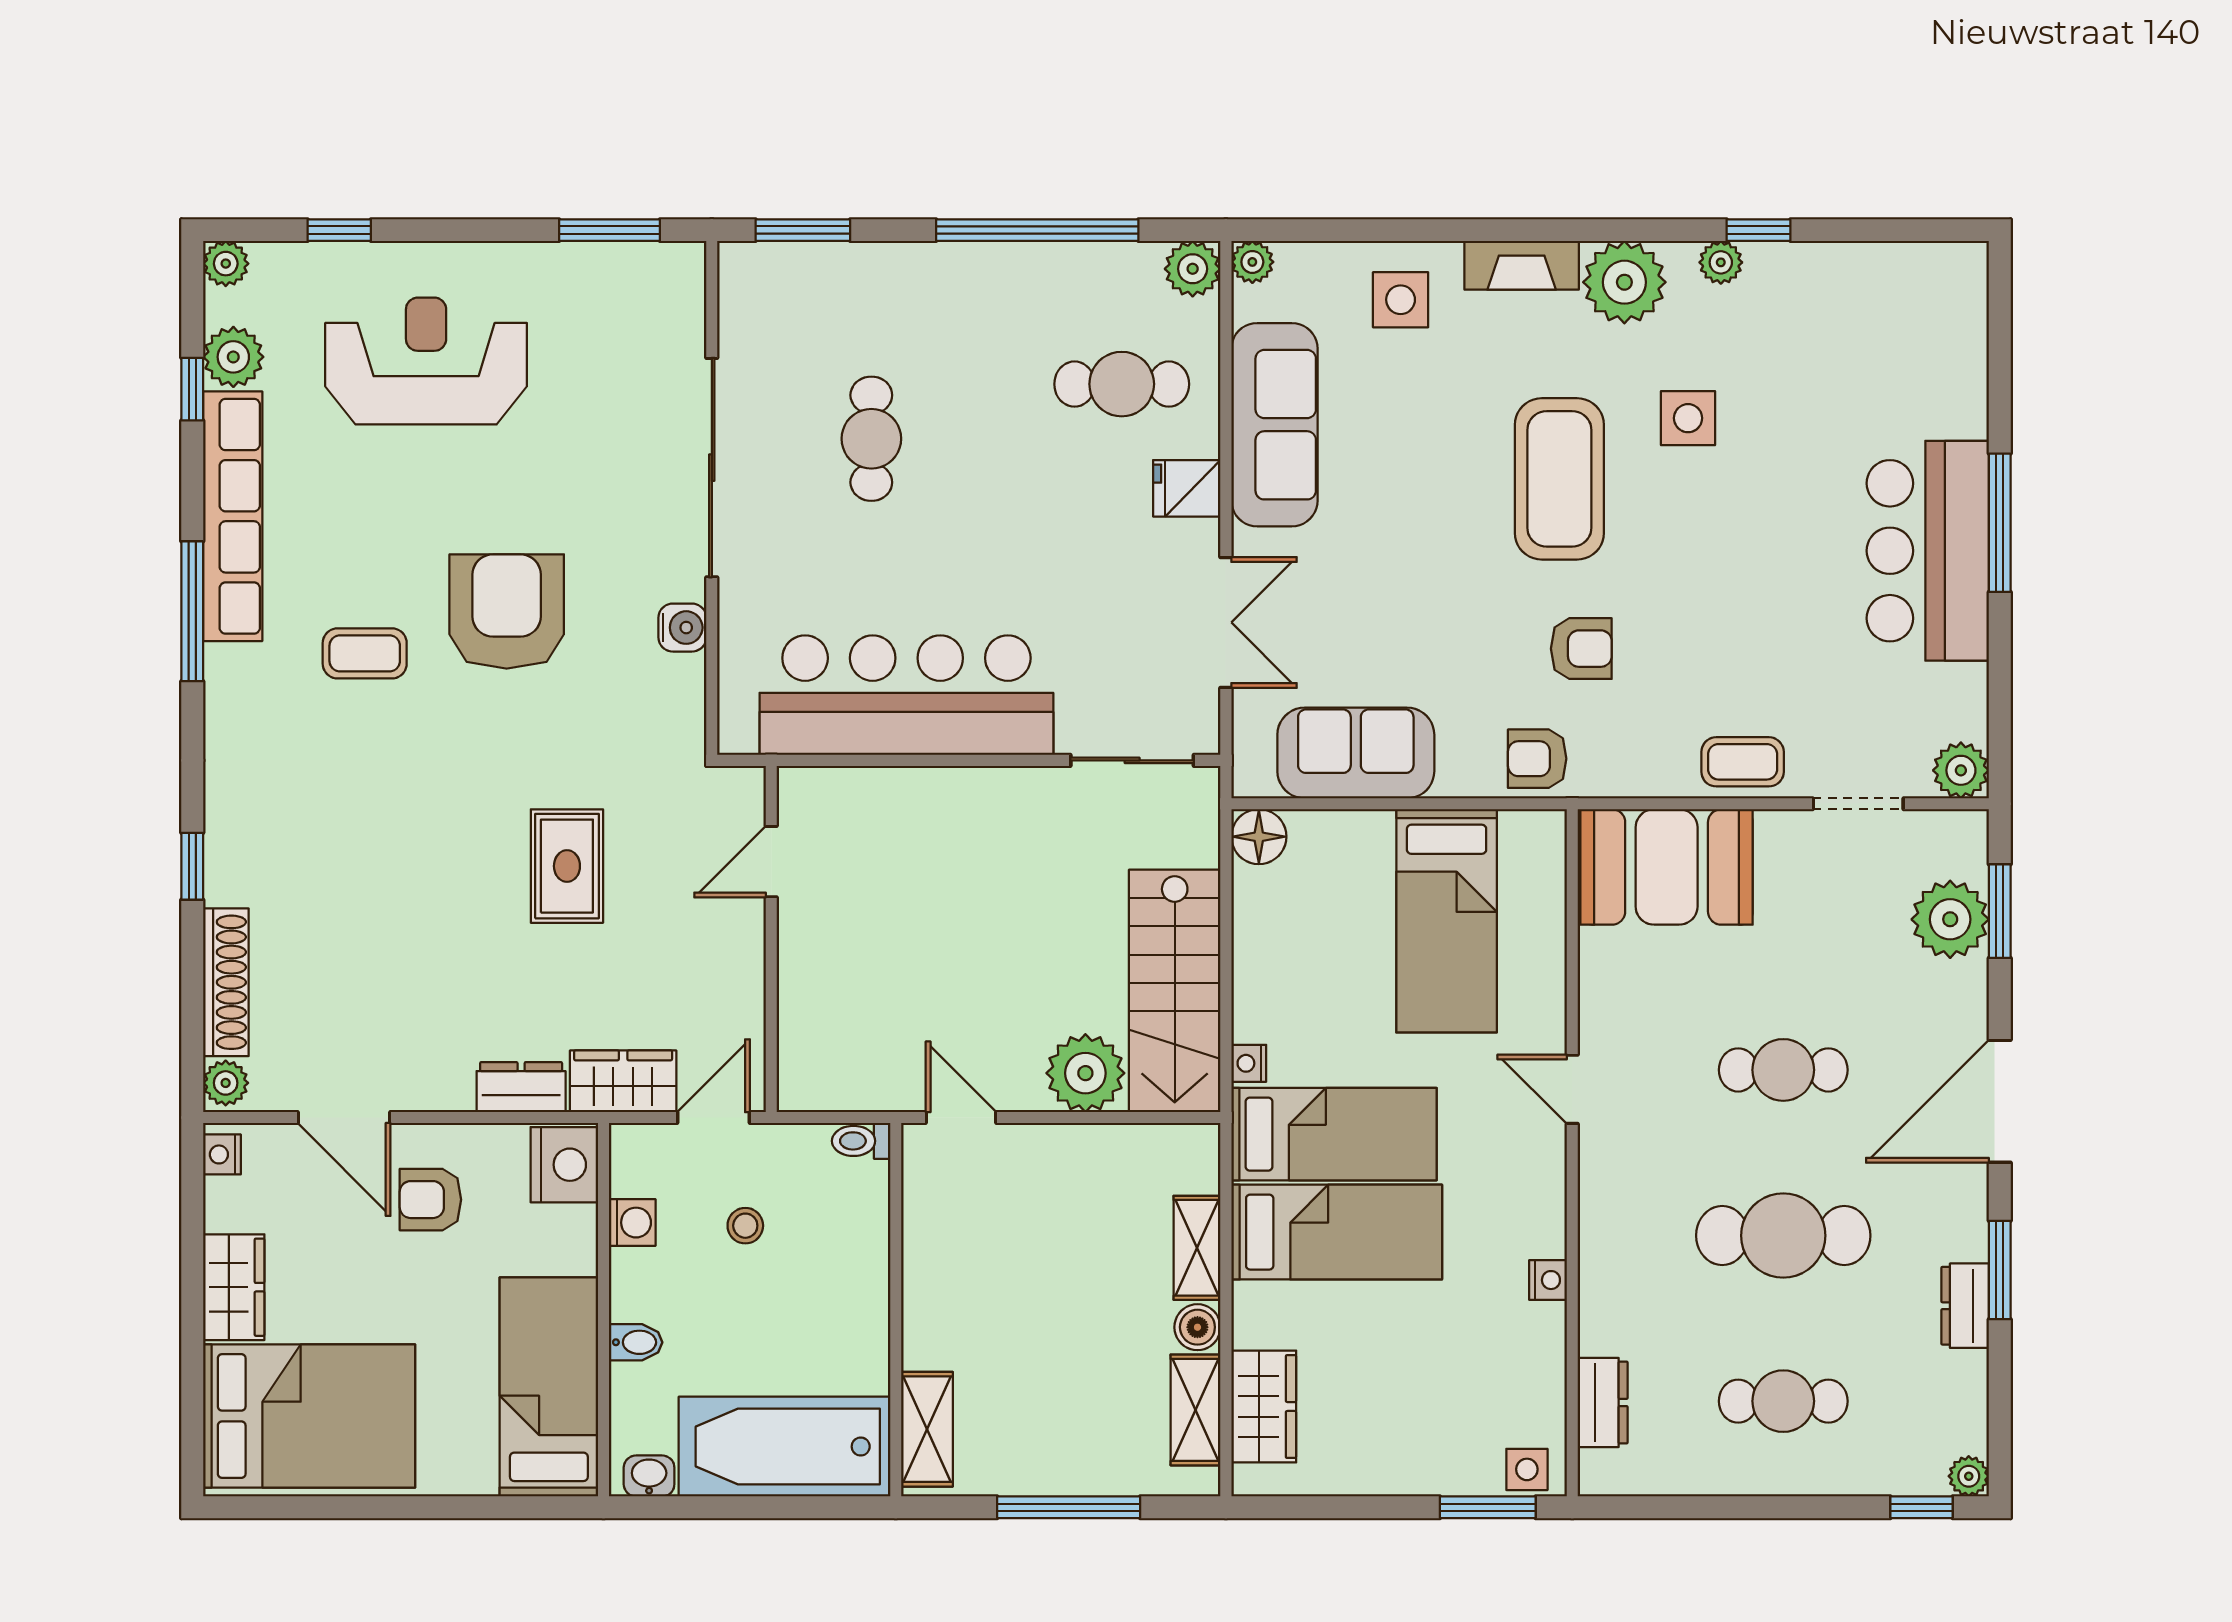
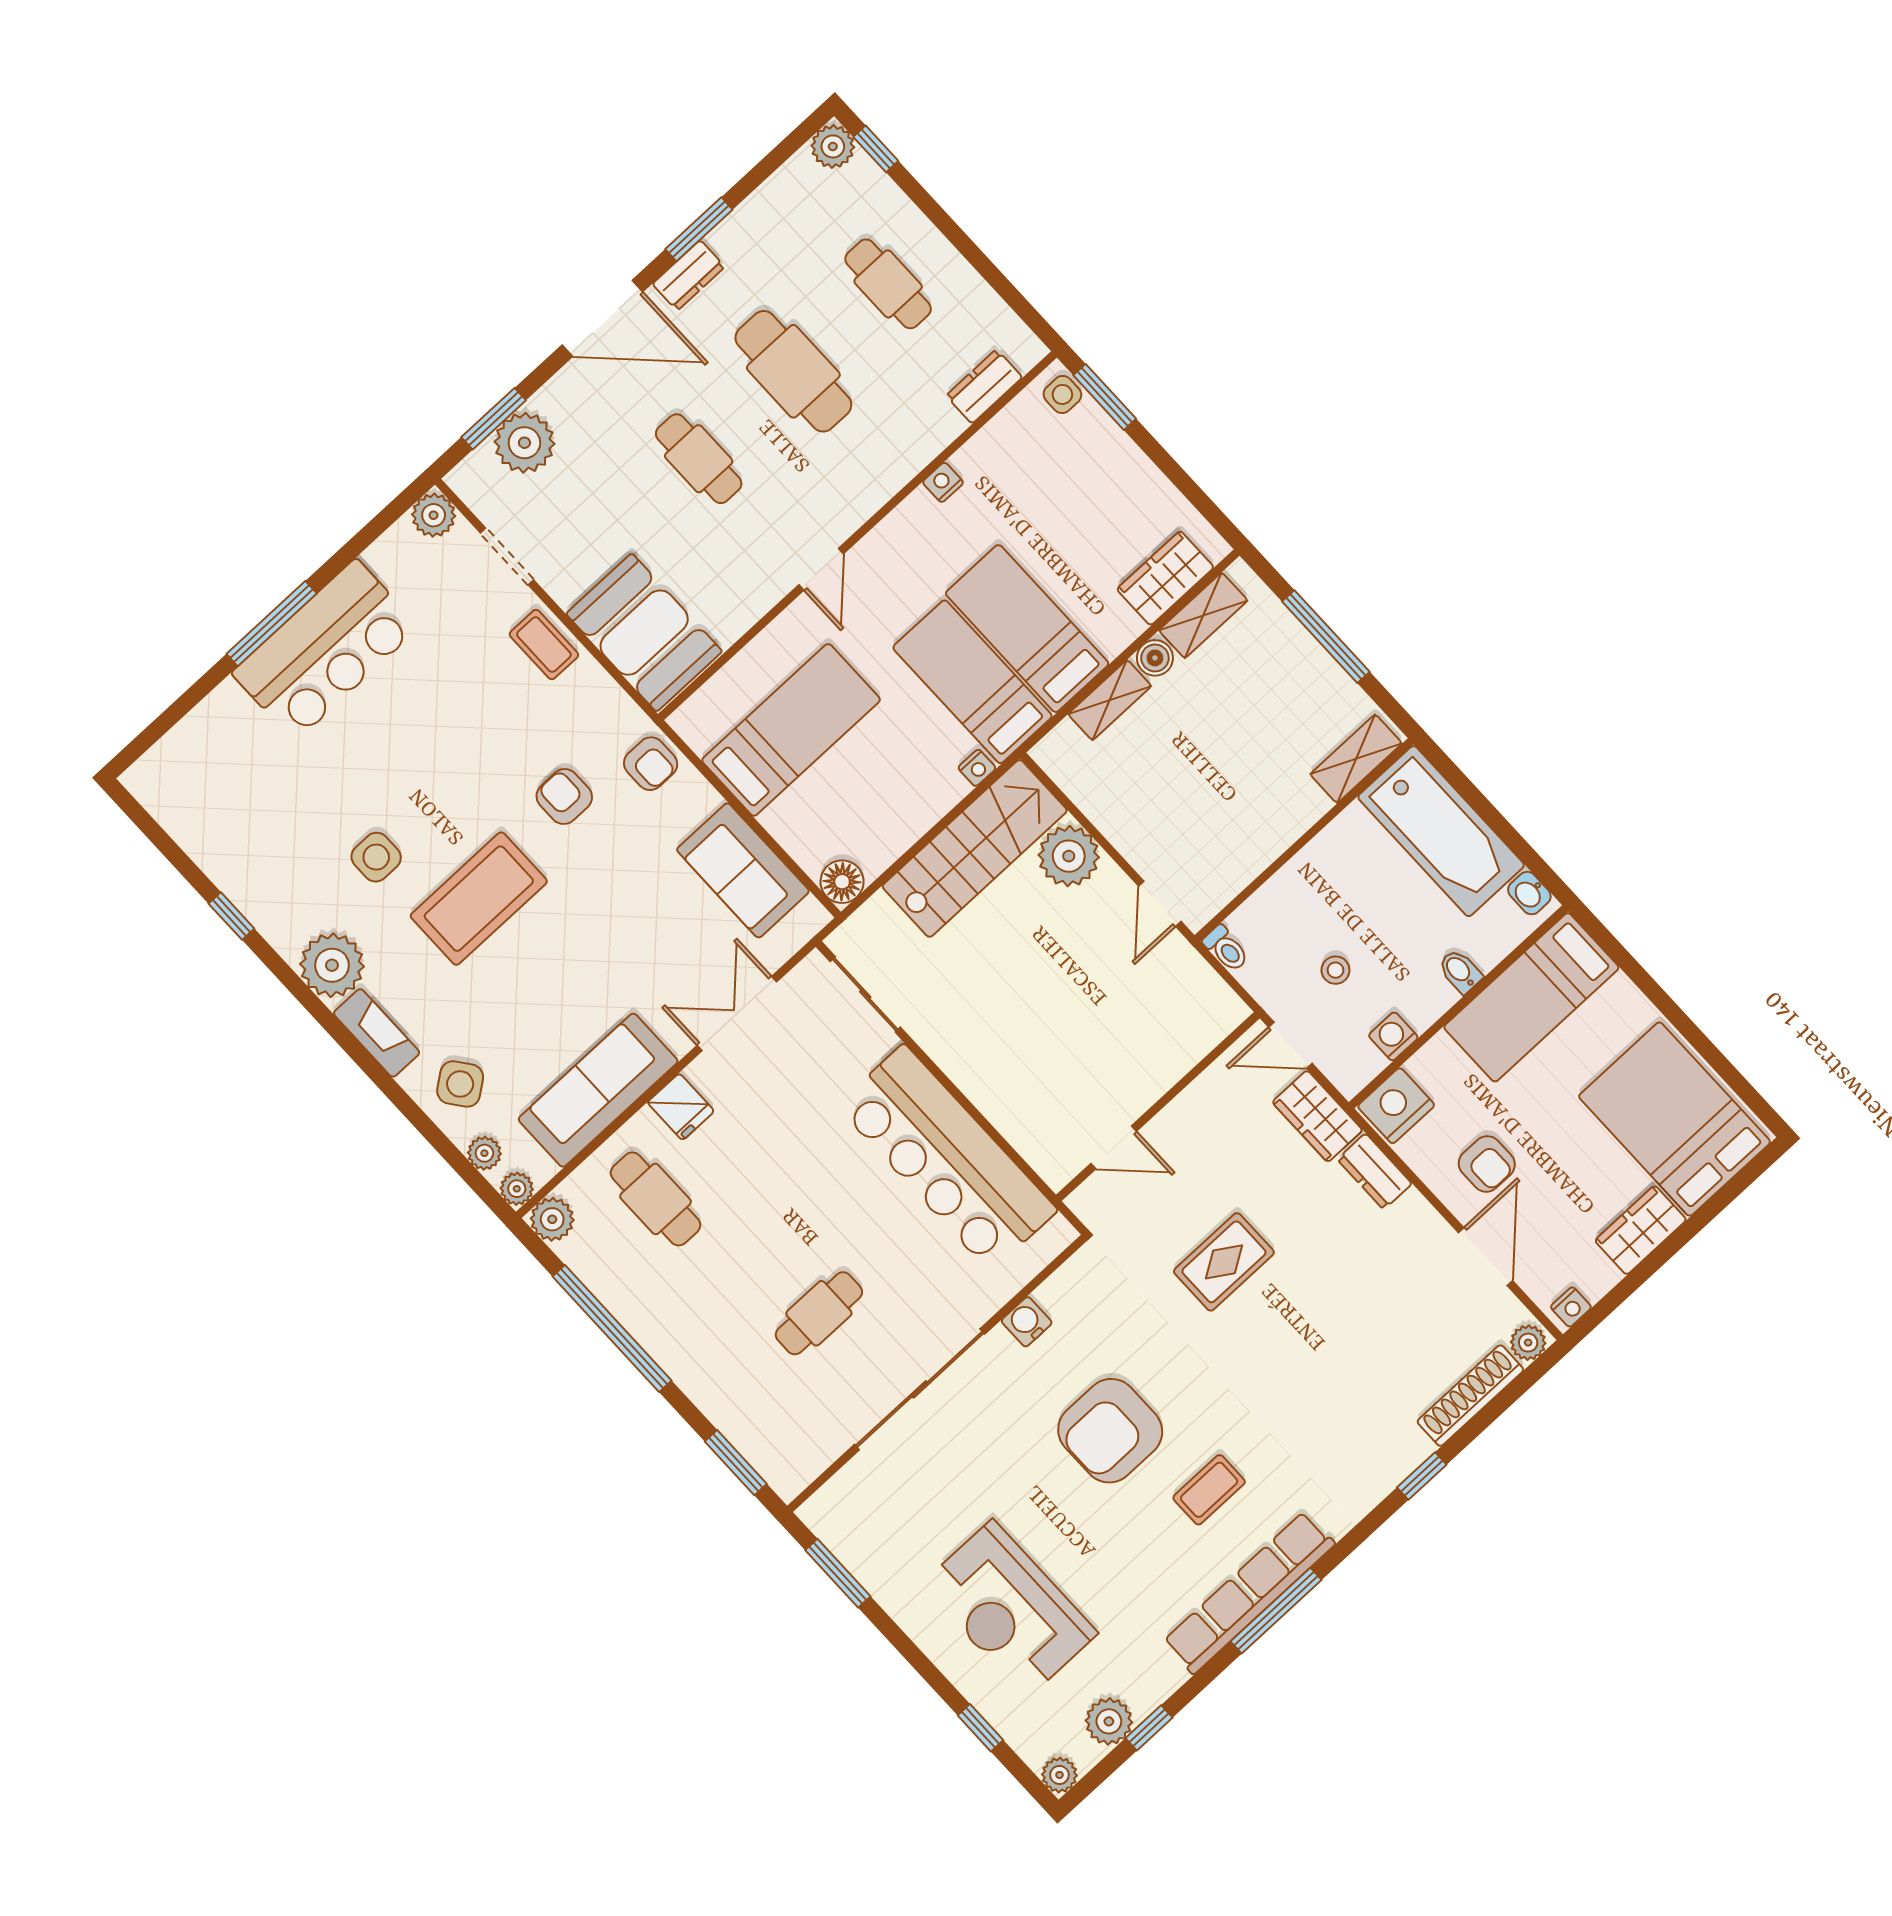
plant: (1721, 262) -> (484, 1153), moved
side table: (1401, 300) -> (460, 1084), turned -37
row of seats: (233, 516) -> (1249, 1593), moved
coffee table: (365, 653) -> (1209, 1490), turned 90
dresser: (1965, 1306) -> (689, 275), moved
plant: (1969, 1476) -> (833, 146), width x1.38, depth x1.38

